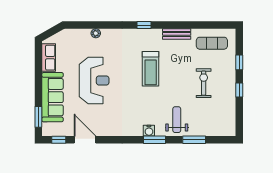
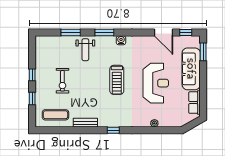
treadmill: (151, 69) -> (117, 80), moved, turned 180
reception desk: (94, 80) -> (156, 83), turned 180
water cooler: (149, 131) -> (121, 40), moved

